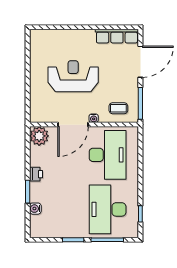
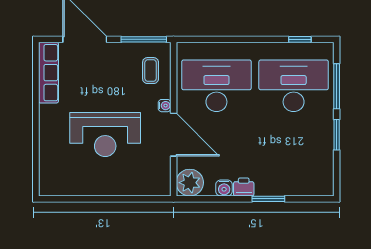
reception desk: (73, 76) -> (105, 135), turned -90
water cooler: (35, 209) -> (224, 188), moved
desk: (108, 209) -> (294, 86), turned 180

